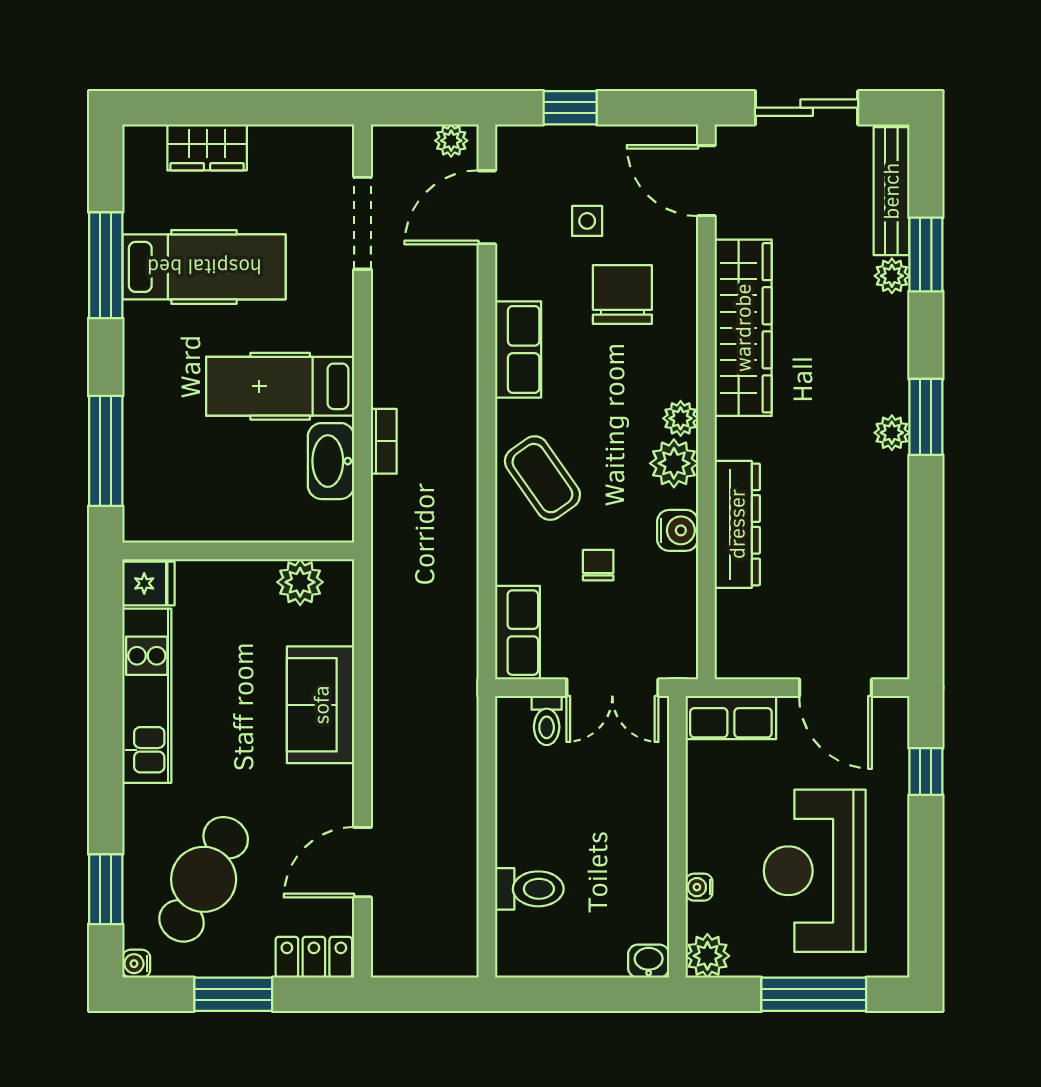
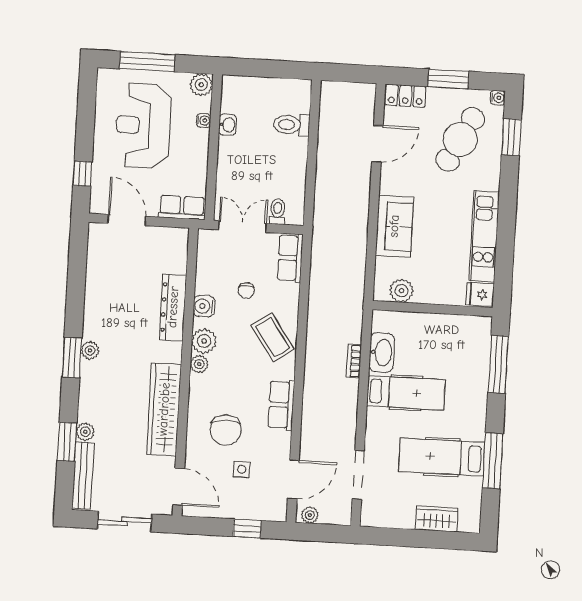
reception desk: (815, 871) -> (143, 126), turned 180
washbasin: (649, 961) -> (228, 125), moved, turned -90

